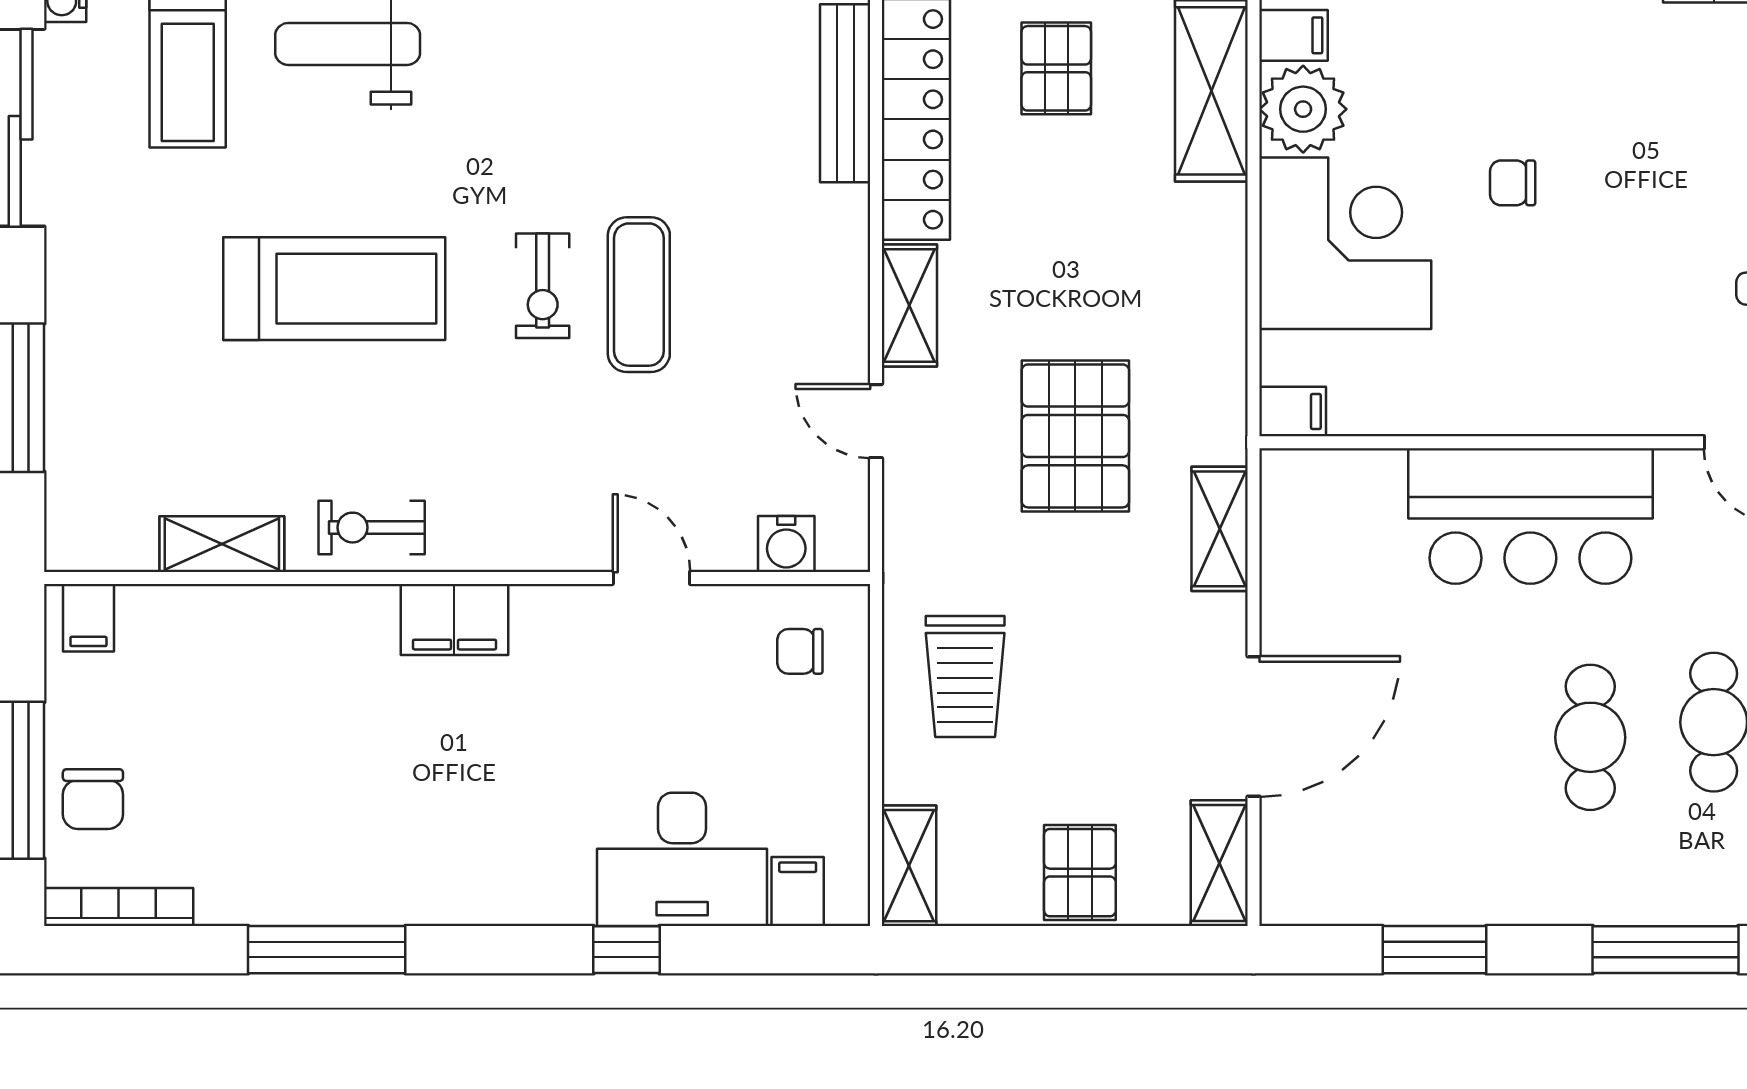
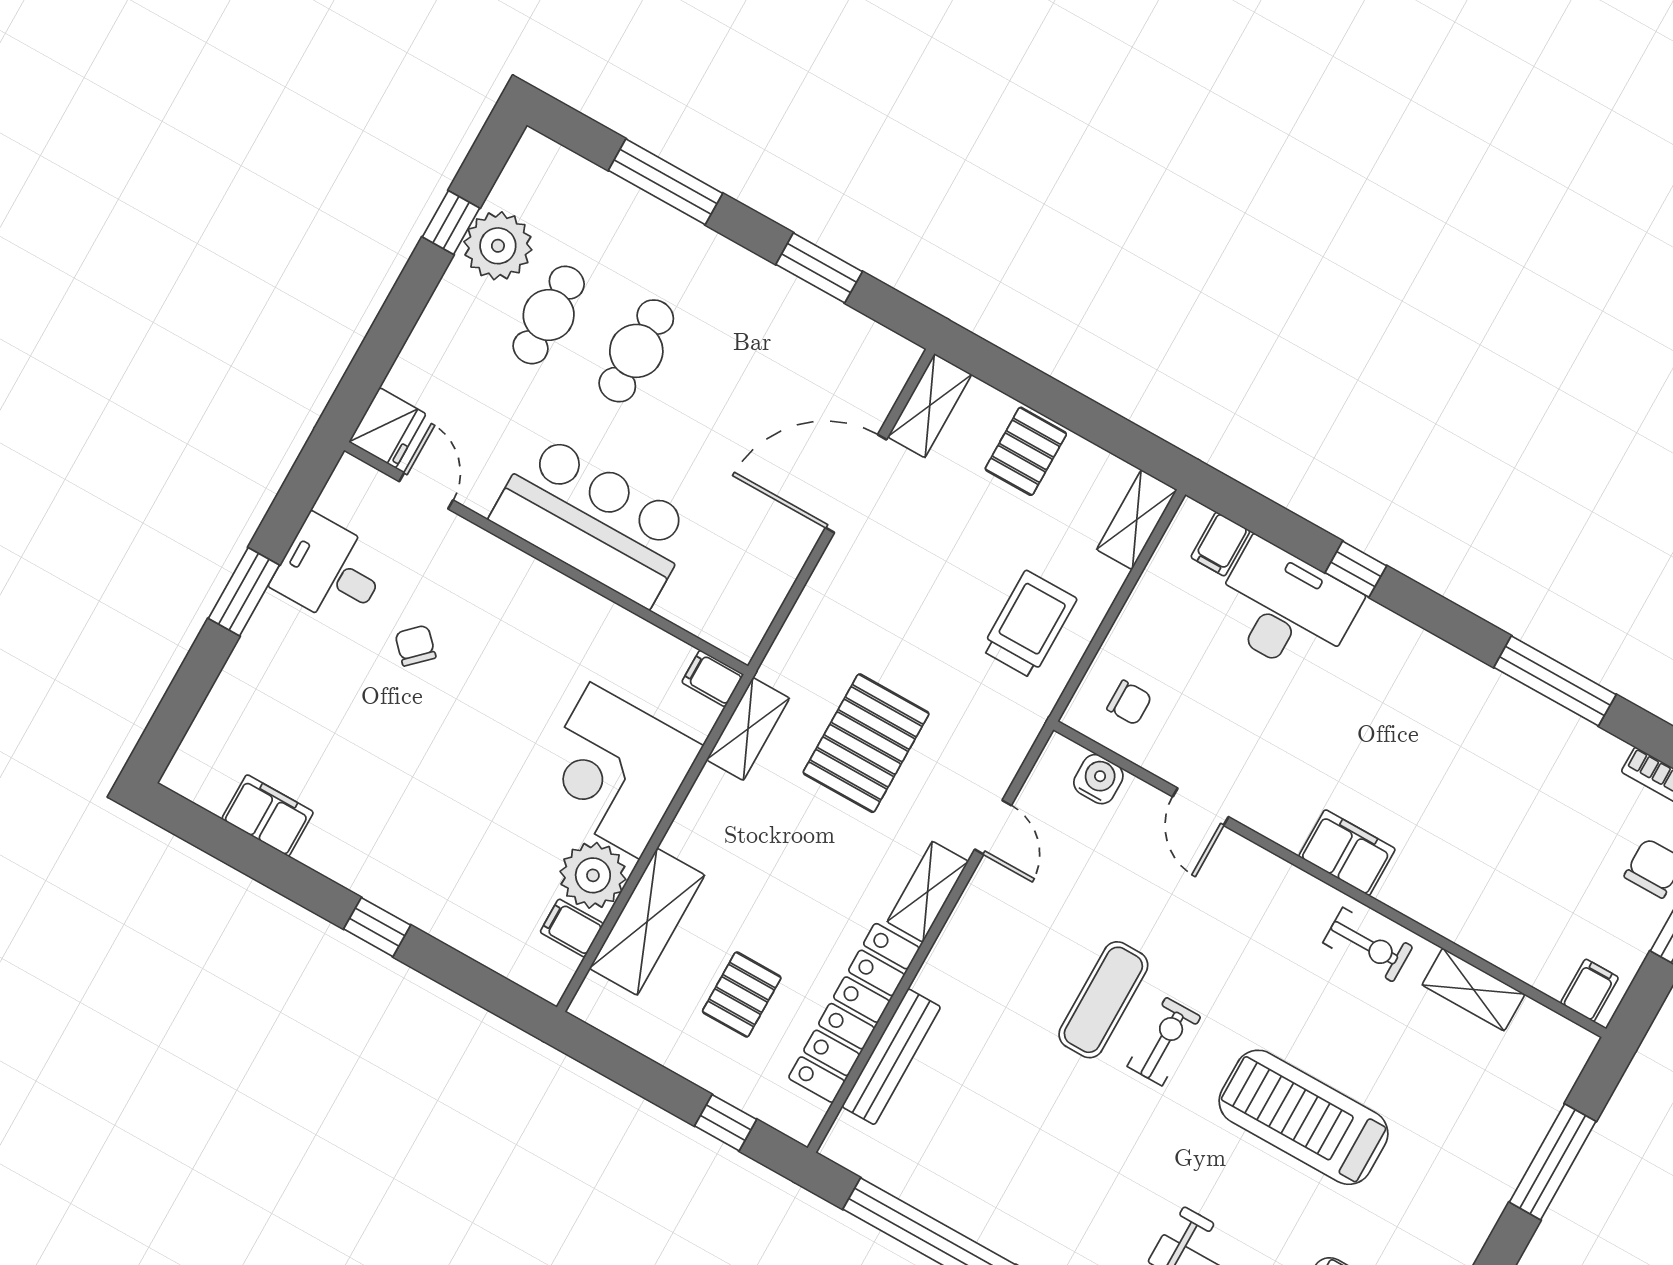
chair: (1513, 183) -> (415, 646), moved, turned -134
shelving: (1220, 529) -> (748, 729), moved

